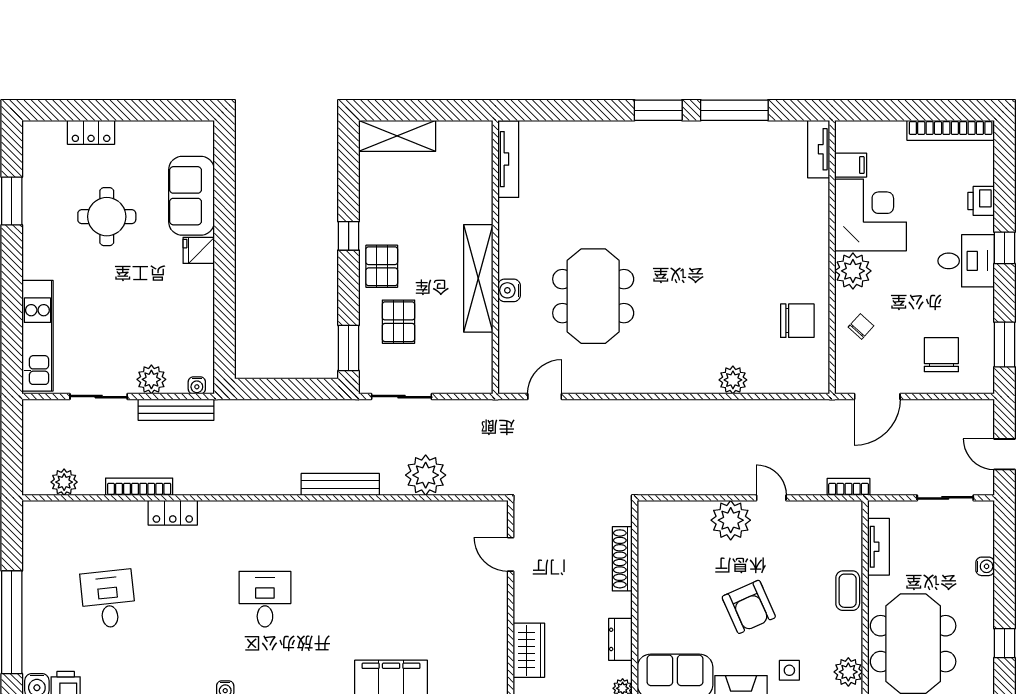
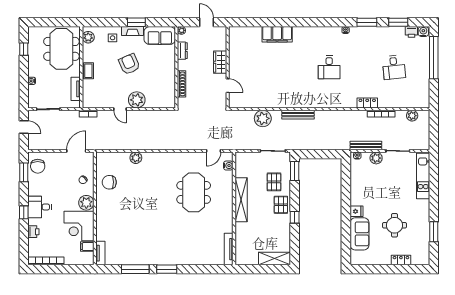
water cooler: (509, 290) -> (228, 166), moved
chair: (941, 355) -> (38, 166), moved
wardrobe: (529, 650) -> (220, 62), moved

